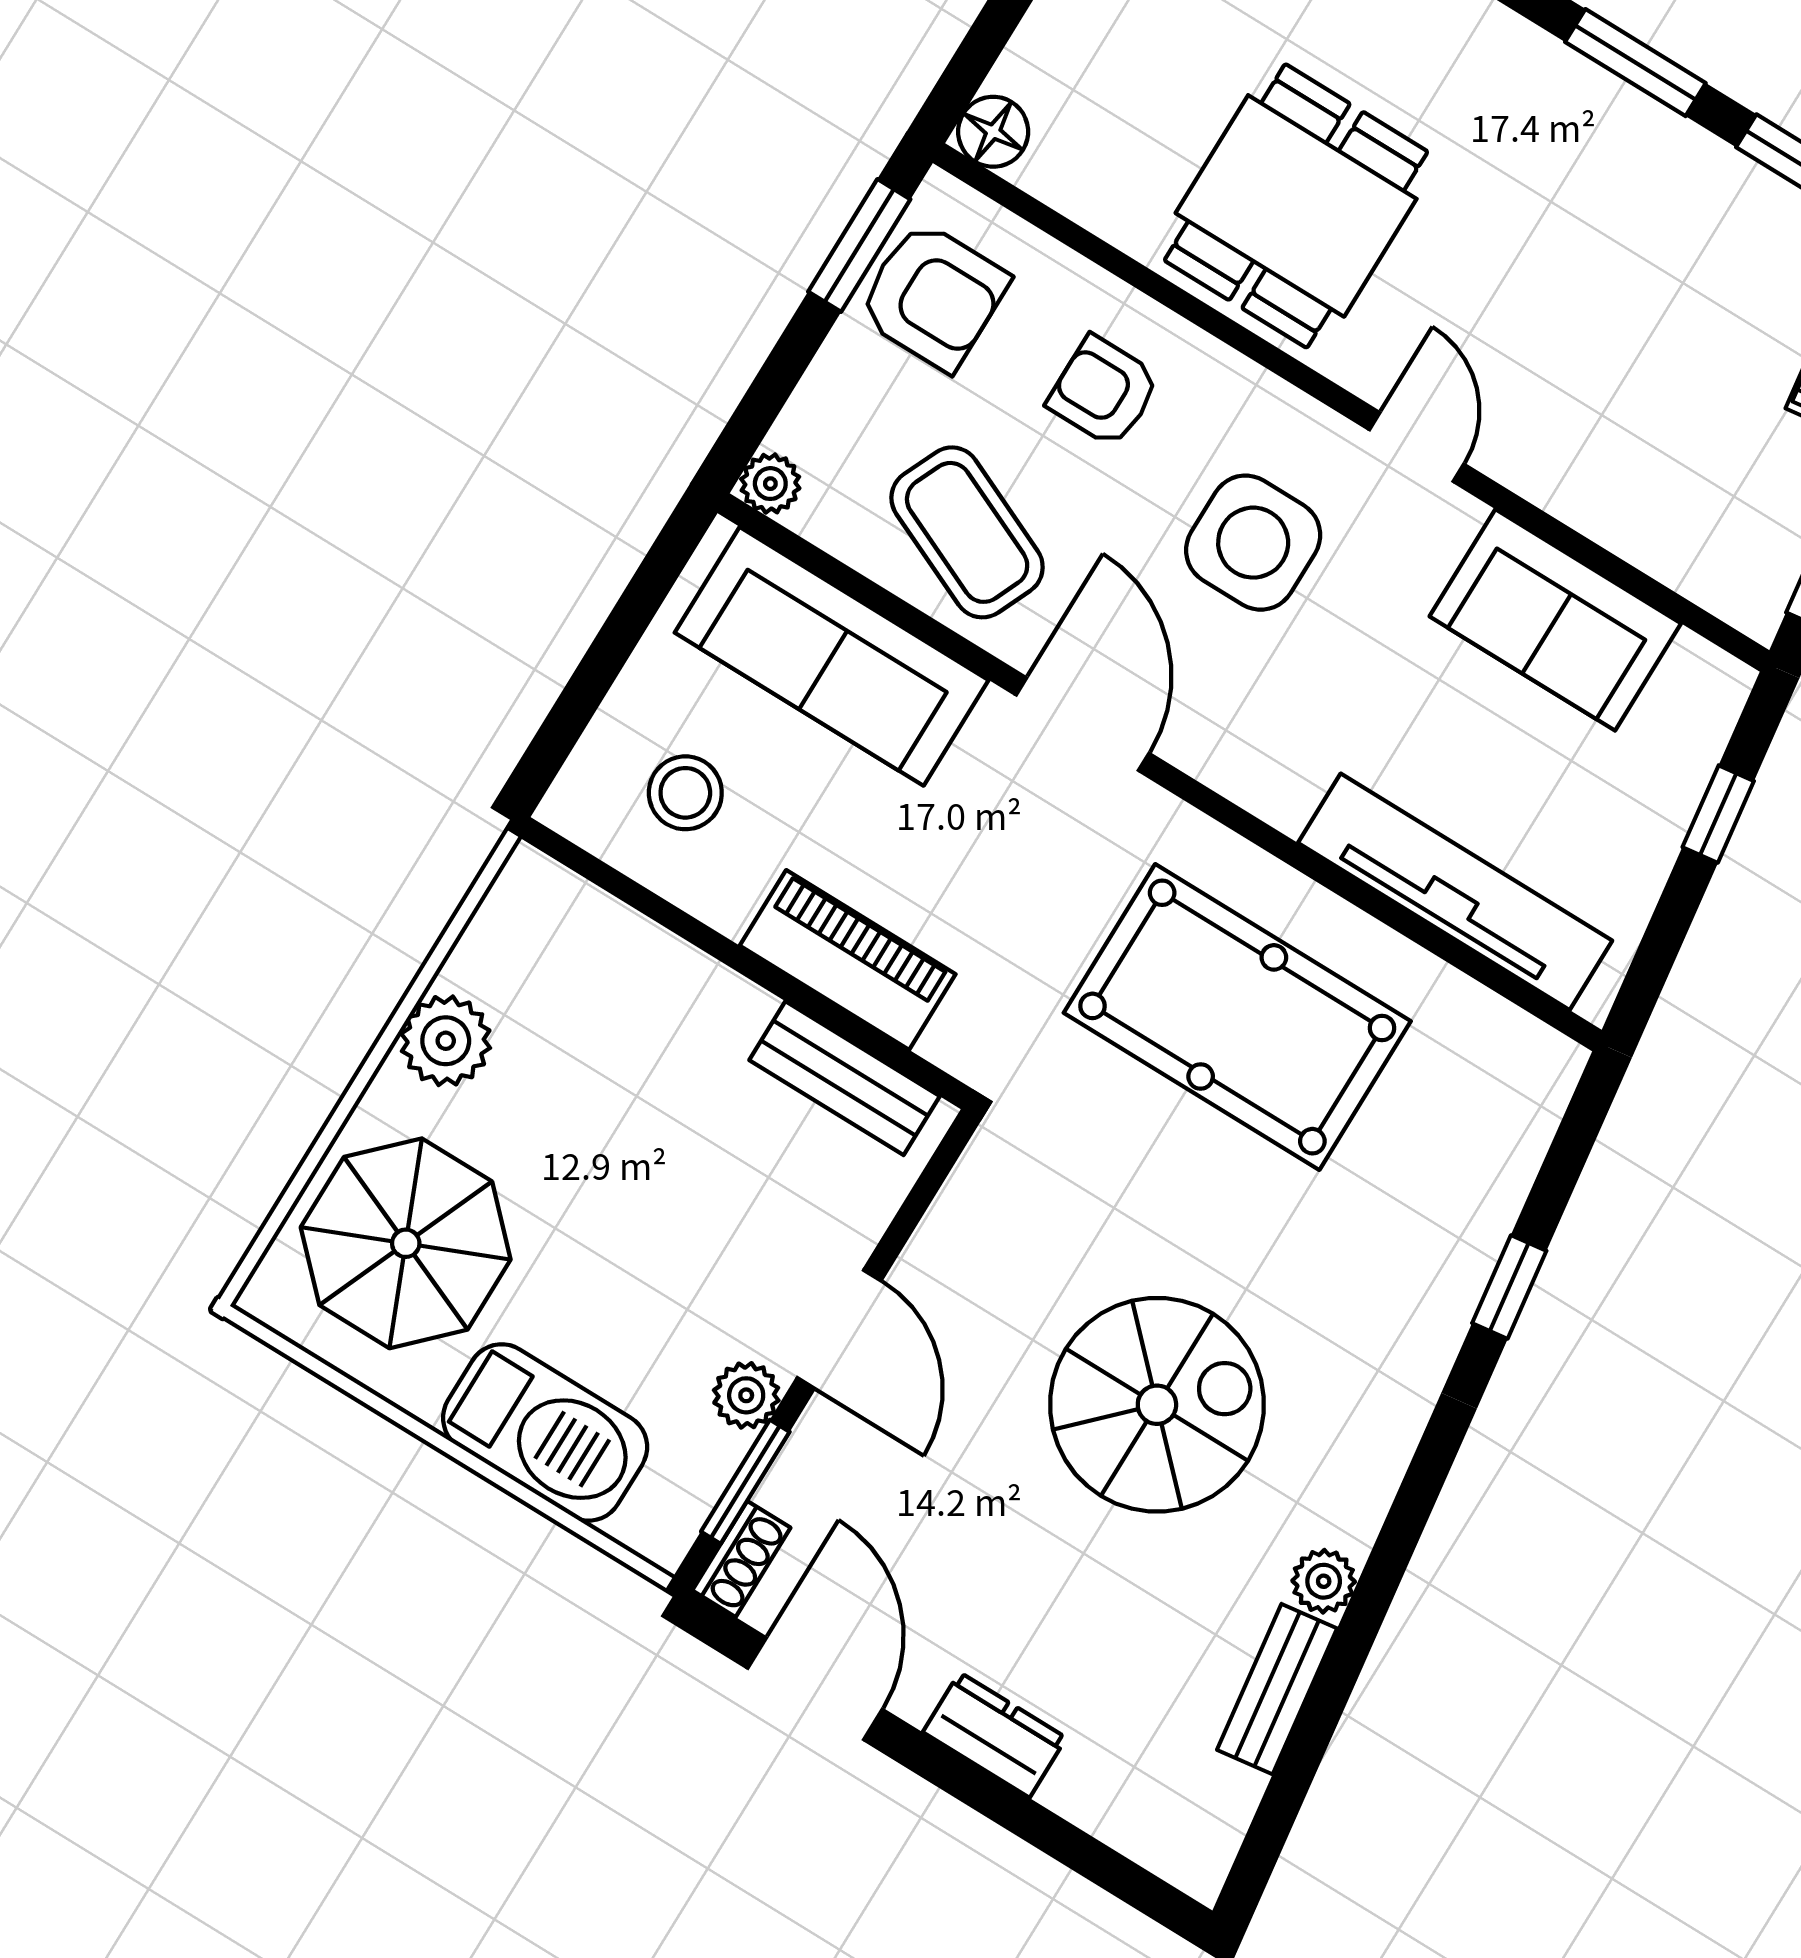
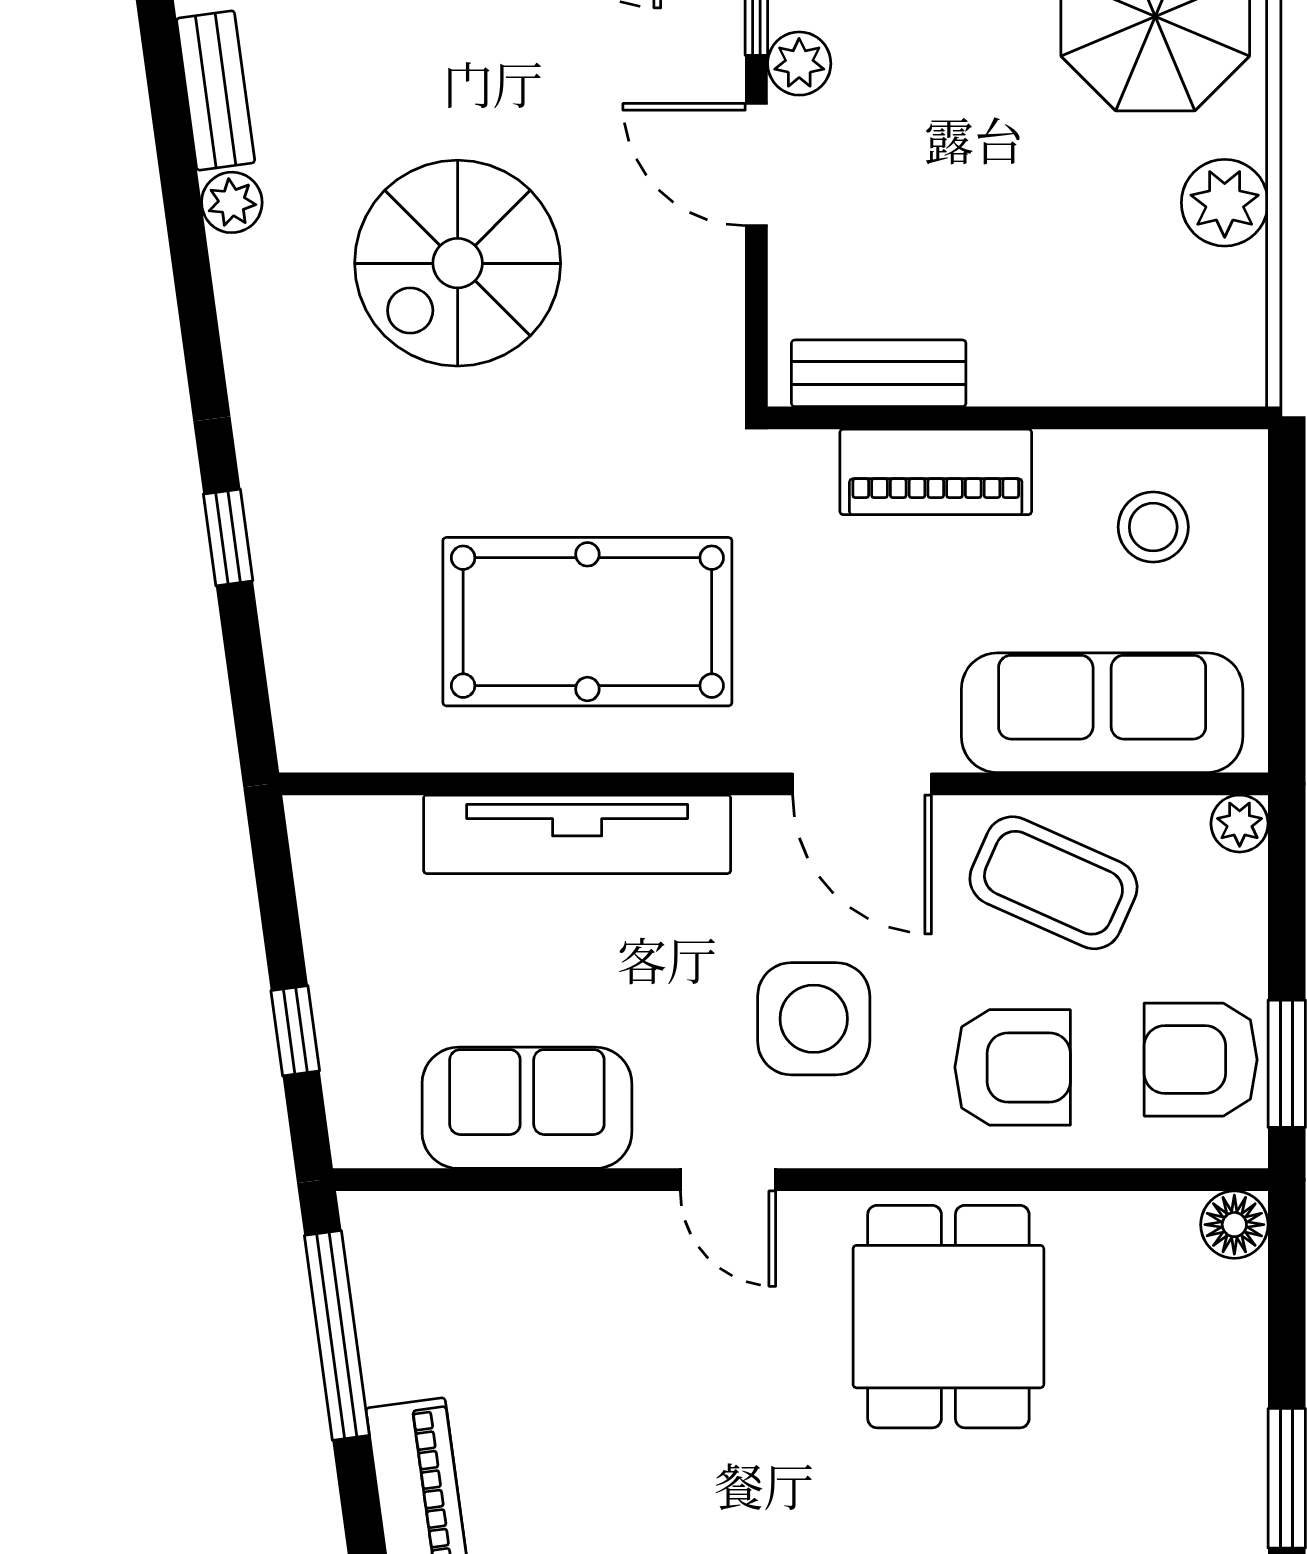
armchair: (1104, 391) -> (1013, 1067), width x1.38, depth x1.38
tv unit: (1455, 892) -> (577, 834), moved

